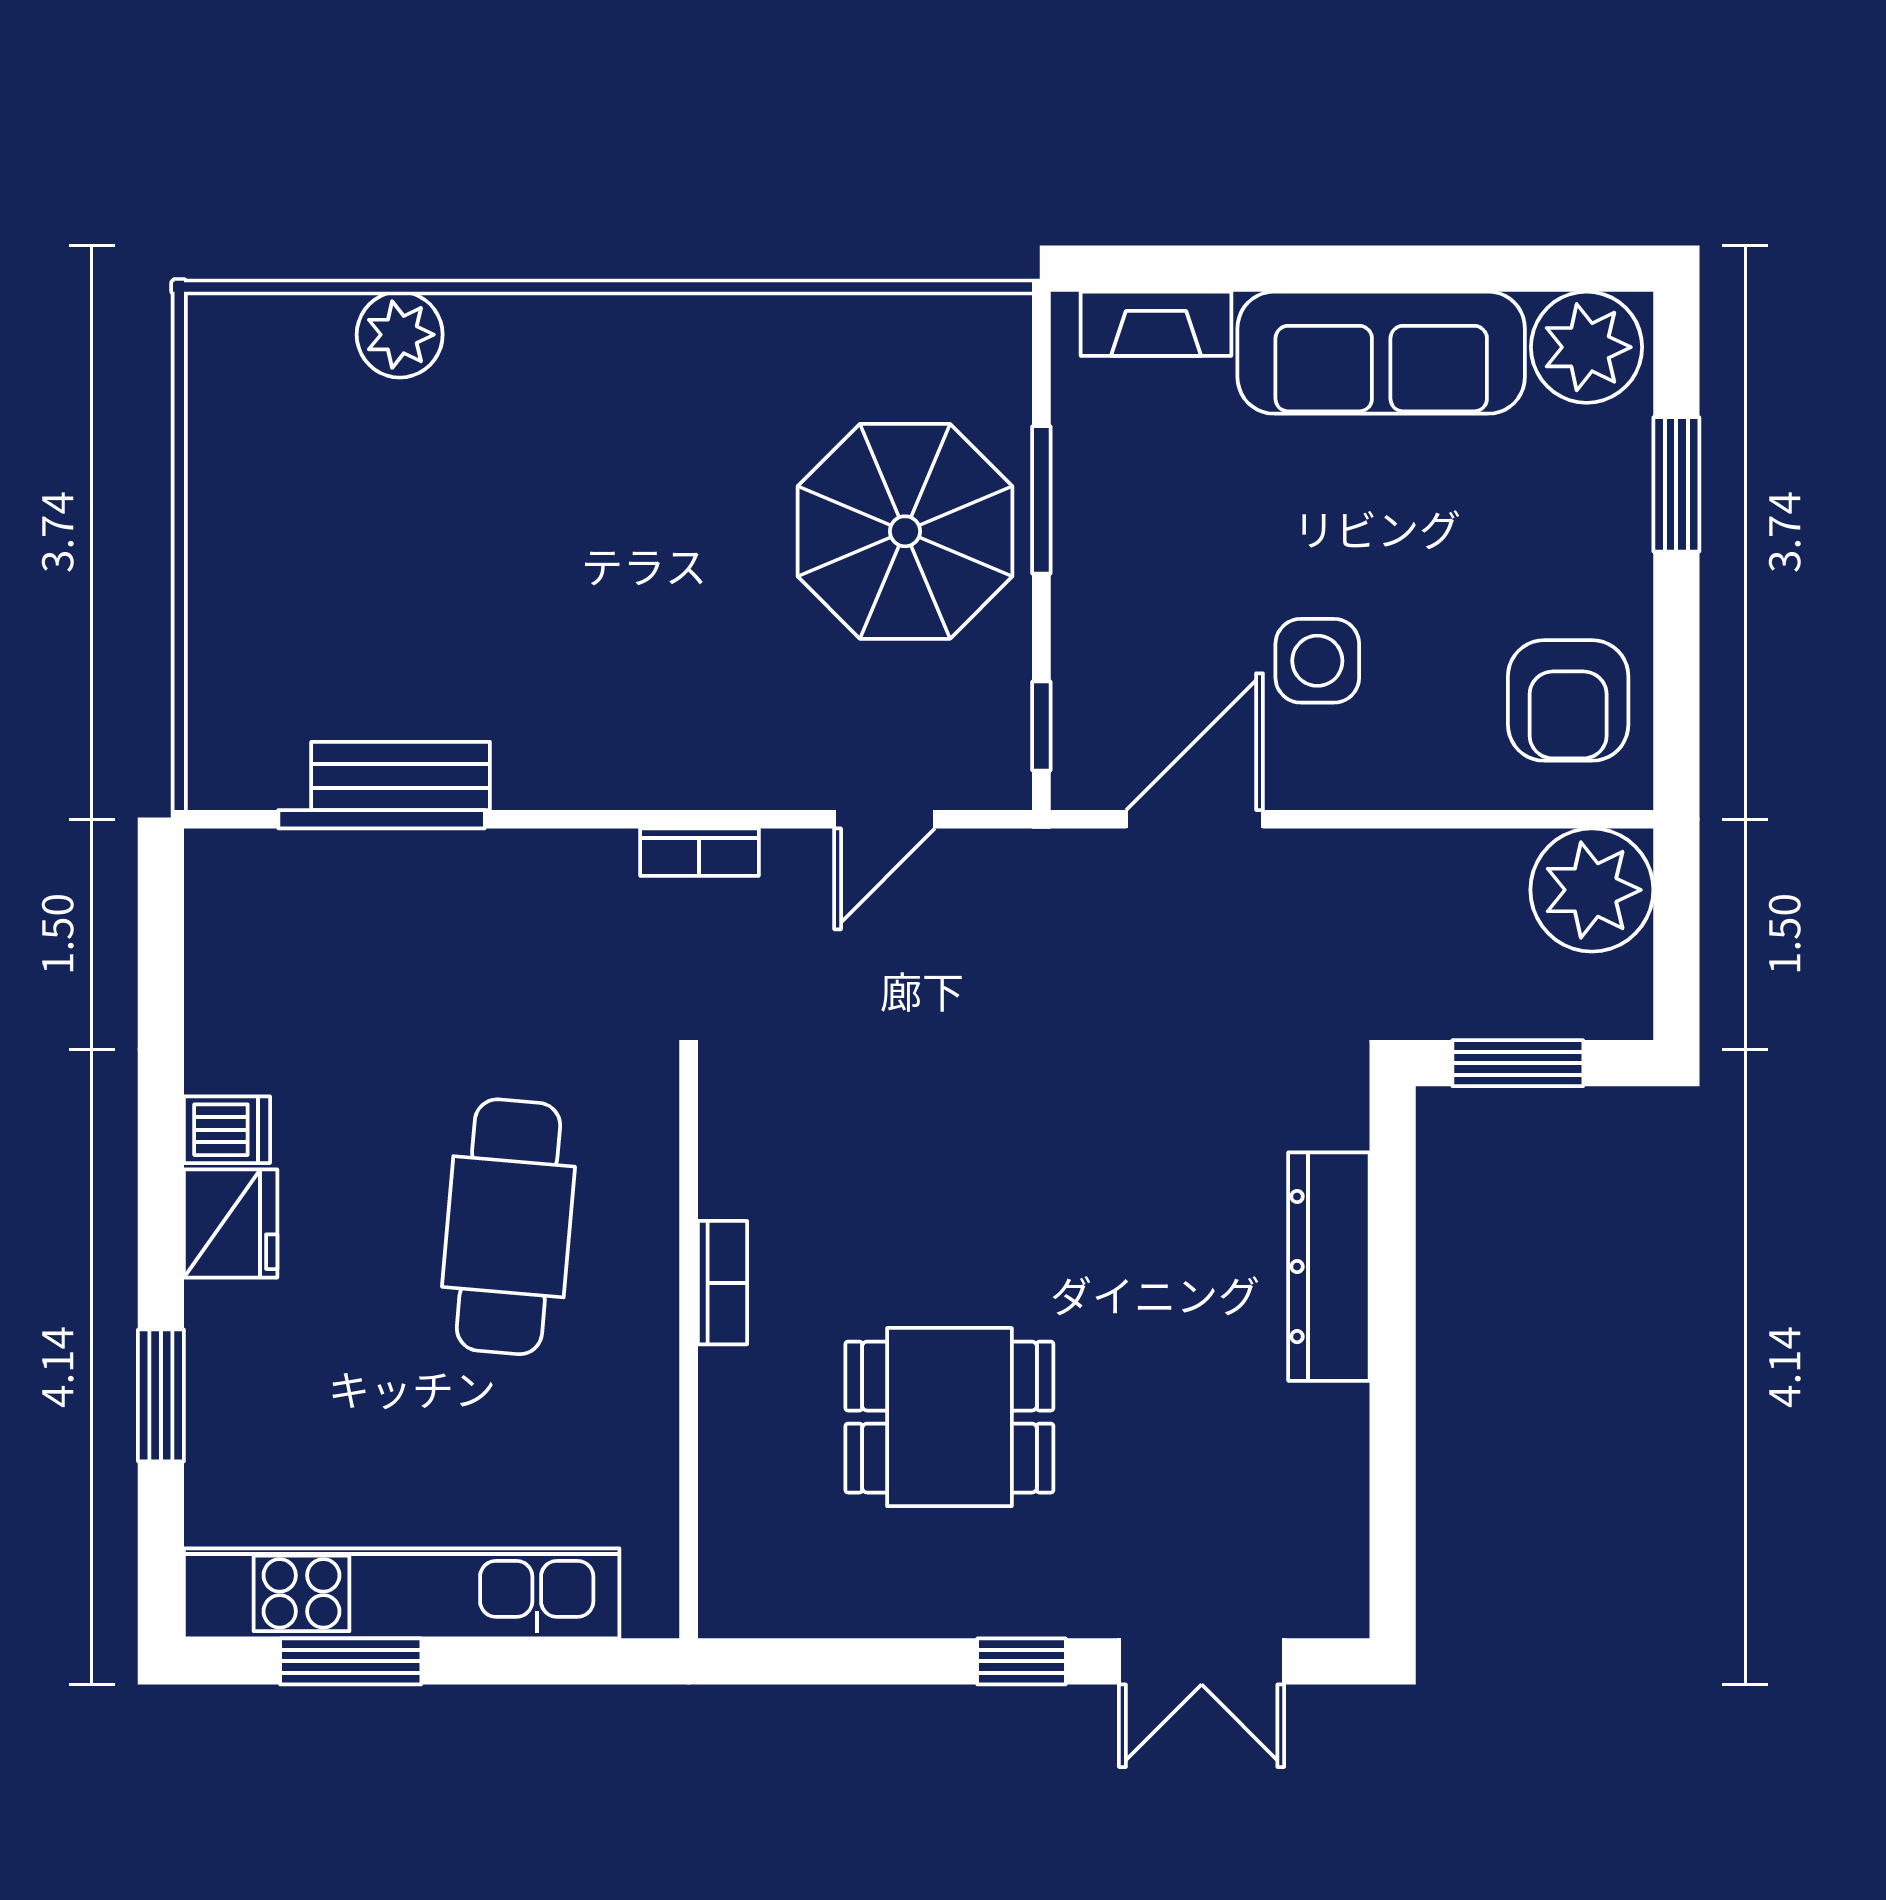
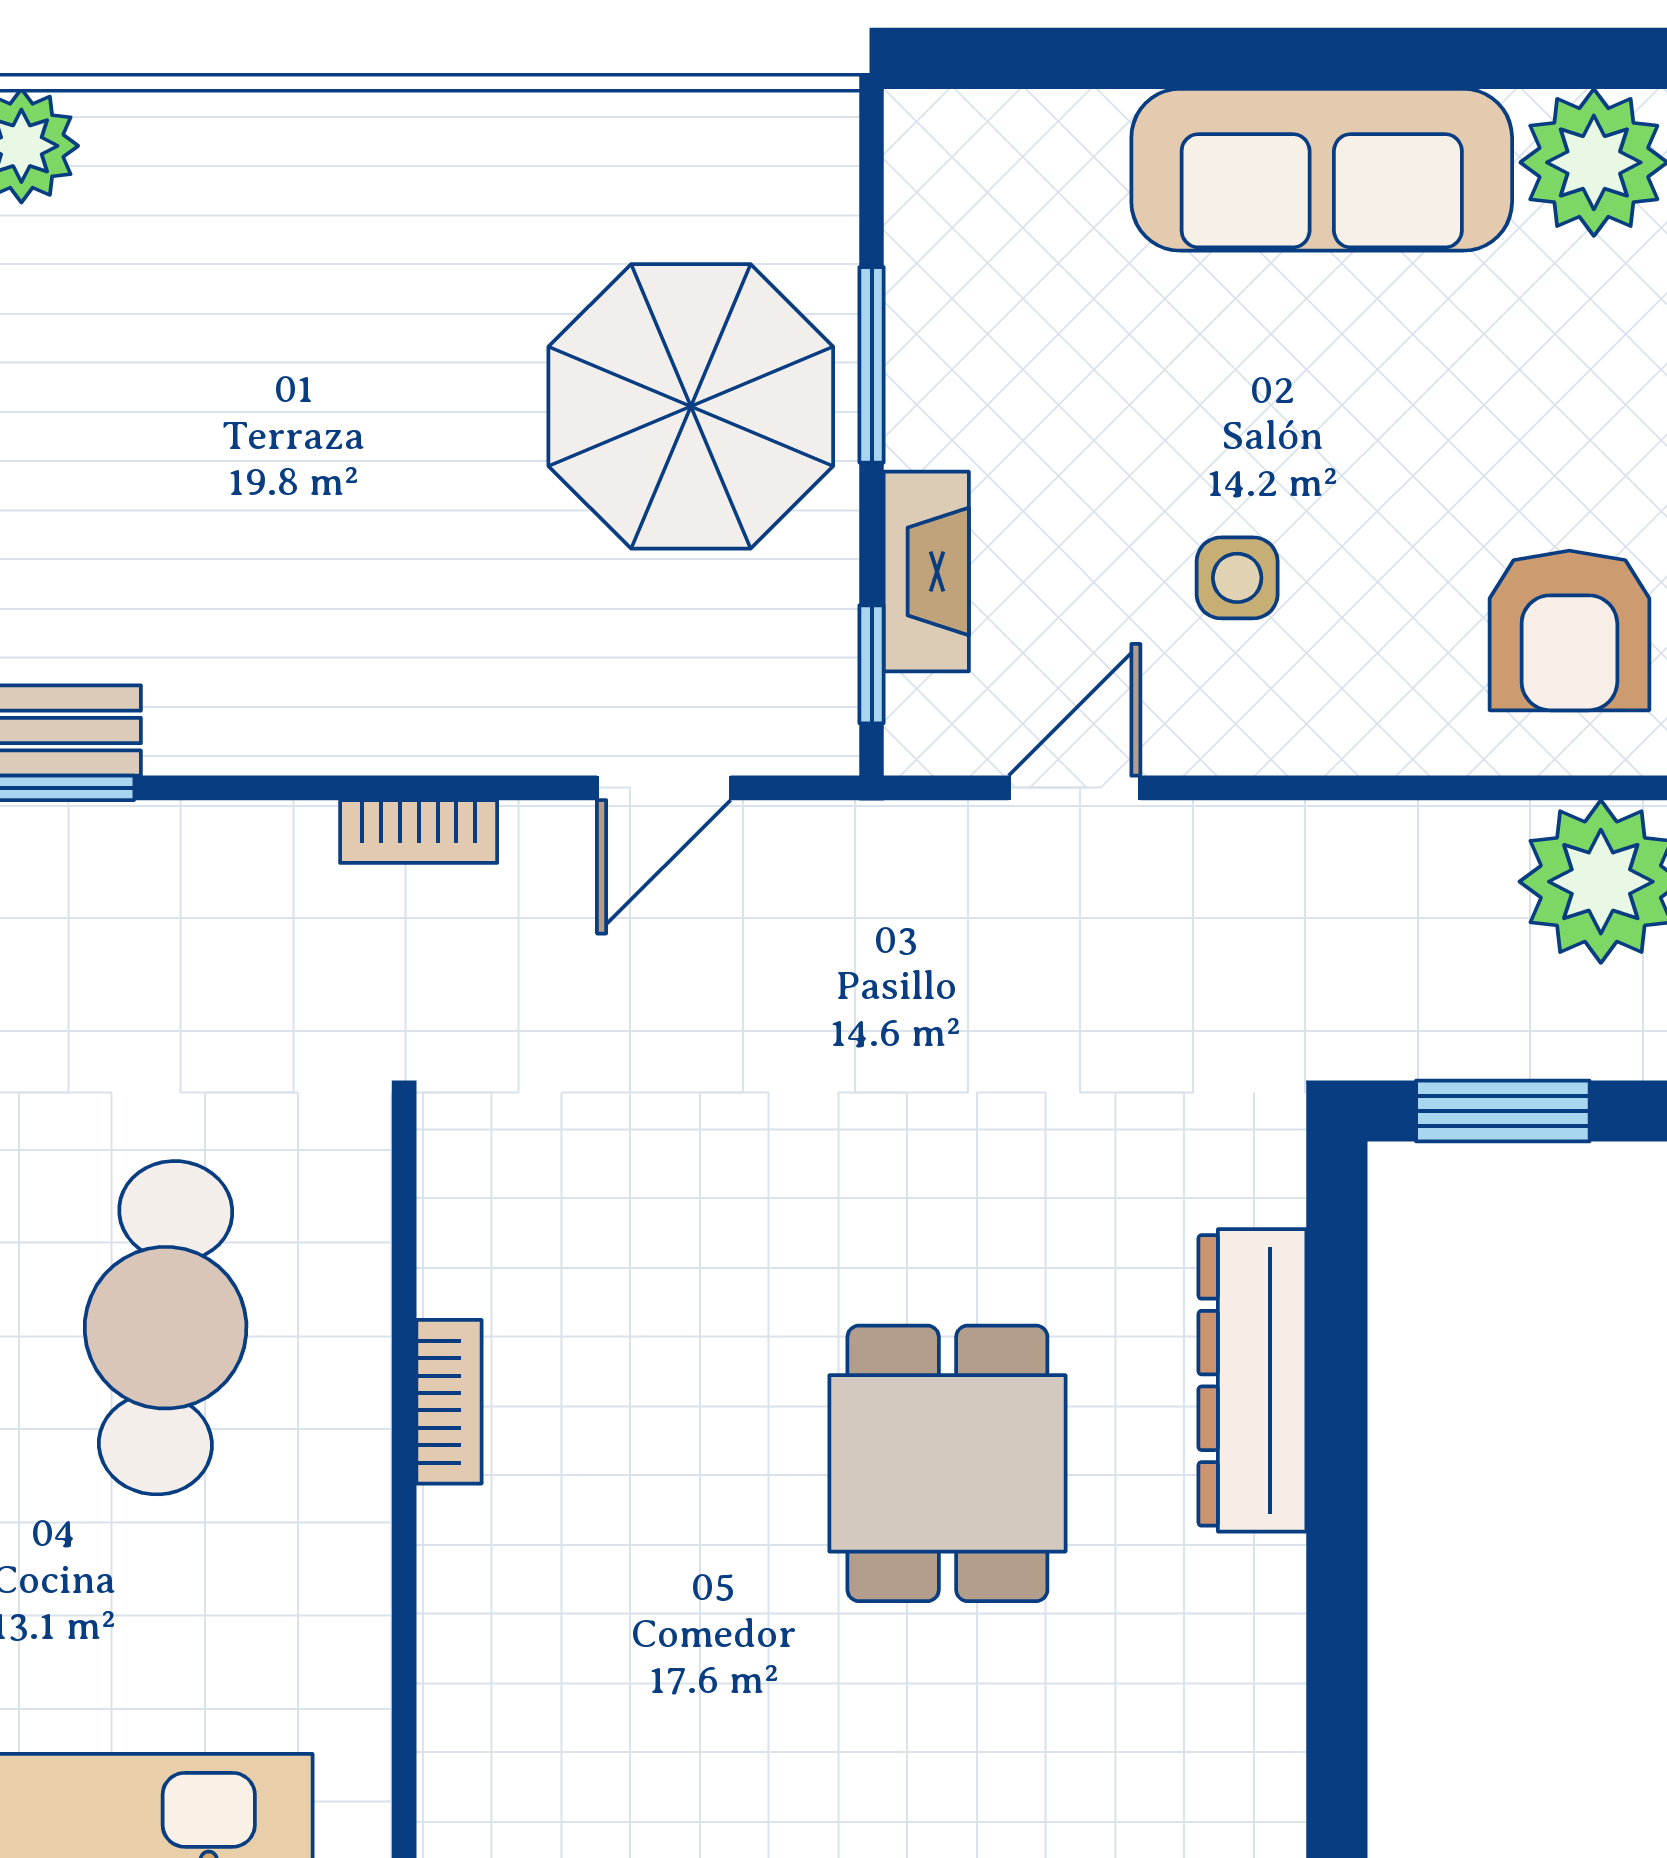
fireplace: (1156, 324) -> (926, 572), moved, turned -90
side table: (1317, 661) -> (1237, 578), width x0.73, depth x0.73
door: (1195, 819) -> (1075, 788), width x0.73
dining table: (949, 1417) -> (947, 1463), moved, turned 90

